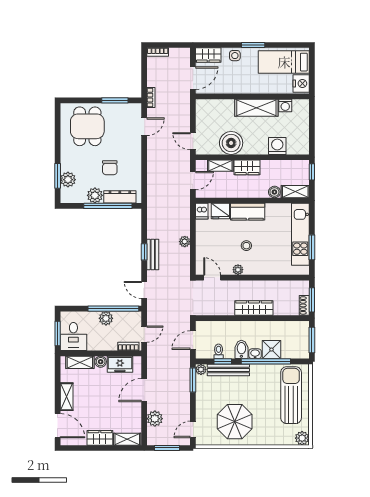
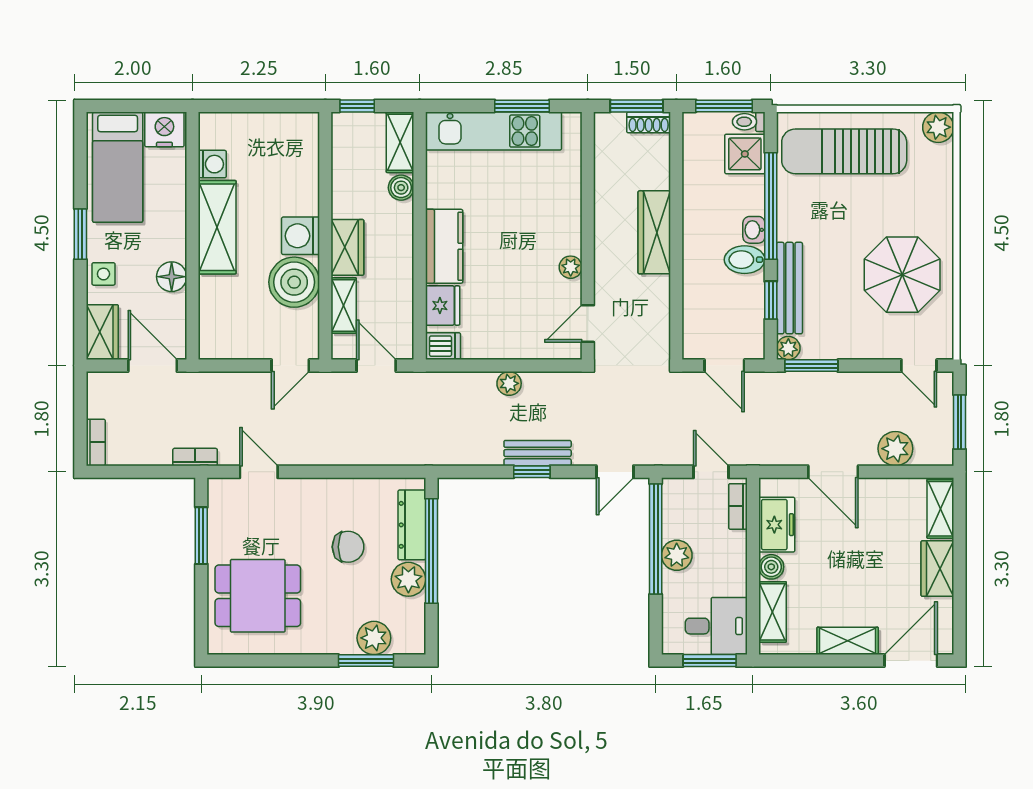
floor lamp: (234, 87) -> (172, 277), added
washing machine: (277, 146) -> (301, 236), moved
stool: (246, 246) -> (518, 249), removed
shower: (271, 350) -> (745, 154), moved
toilet: (219, 351) -> (749, 122), moved

